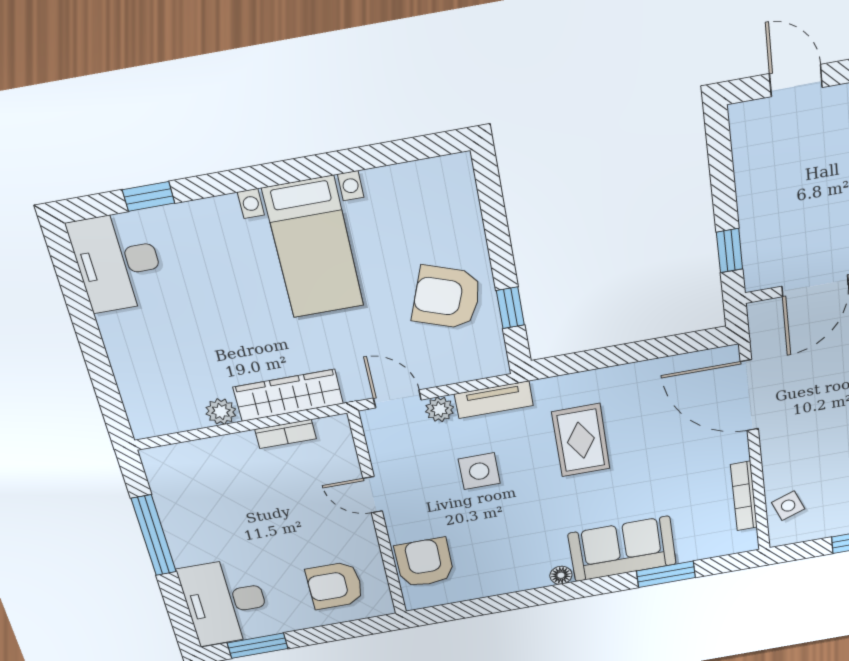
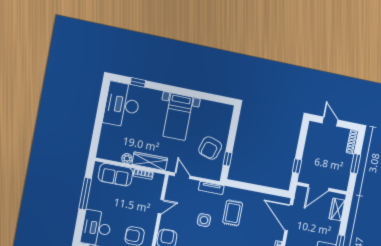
desk: (118, 262) -> (122, 105), width x1.36, depth x1.30
armchair: (447, 297) -> (210, 148), turned -93
plant: (440, 409) -> (194, 185), removed
sofa: (210, 462) -> (116, 175), added
side table: (479, 471) -> (204, 220), moved
door: (373, 495) -> (161, 207), swing flipped

